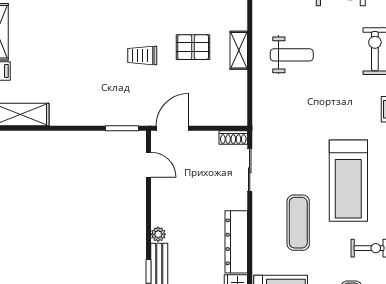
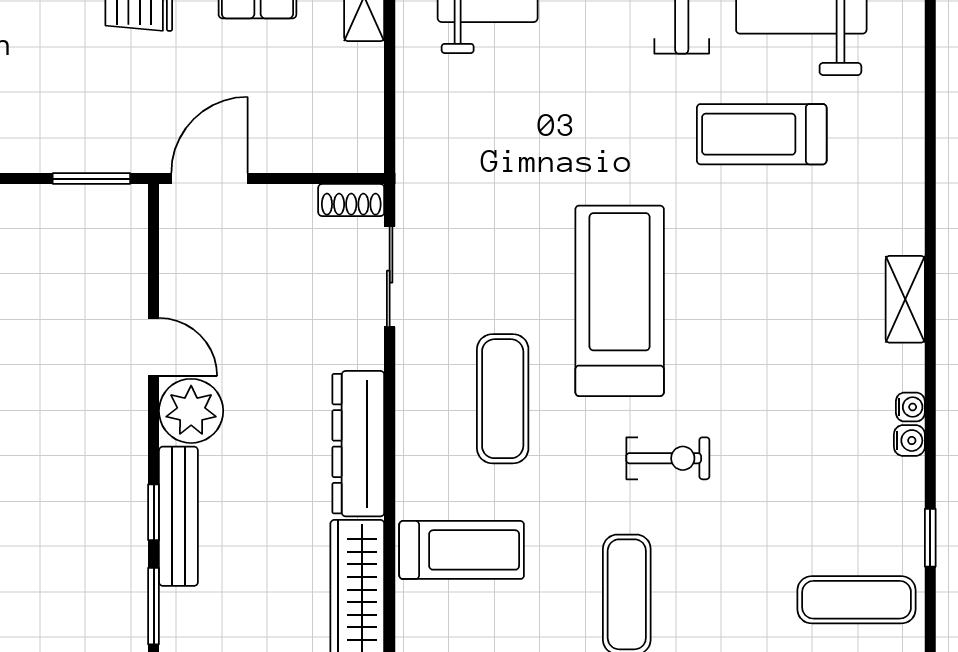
door: (148, 165) -> (154, 347), moved
treadmill: (348, 181) -> (620, 301), turned 180
plant: (158, 234) -> (191, 411), width x1.87, depth x1.87

